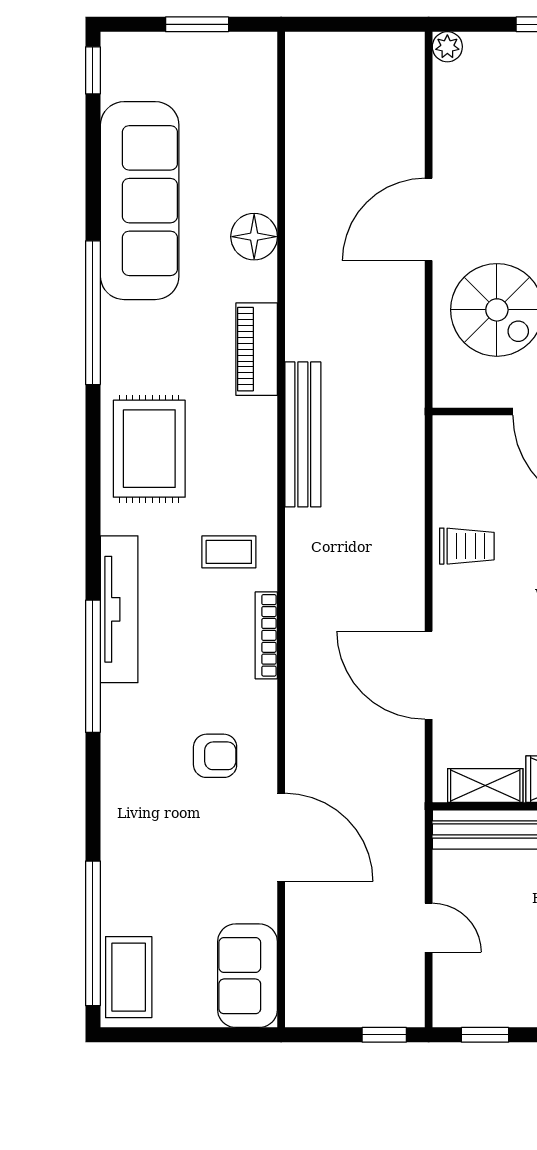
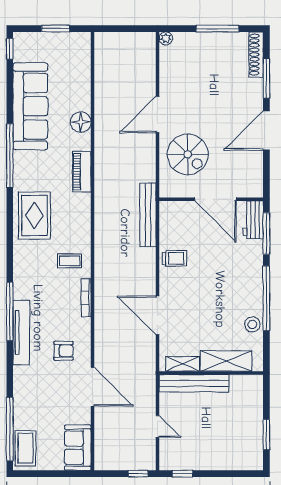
bench: (303, 434) -> (148, 215), moved
tv unit: (119, 609) -> (21, 333), moved

